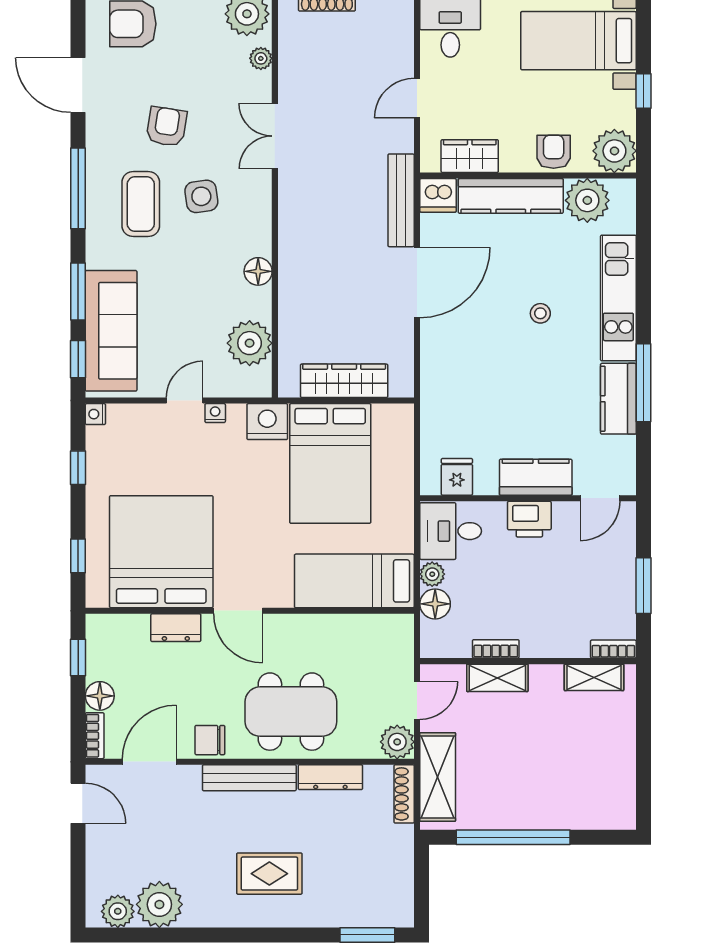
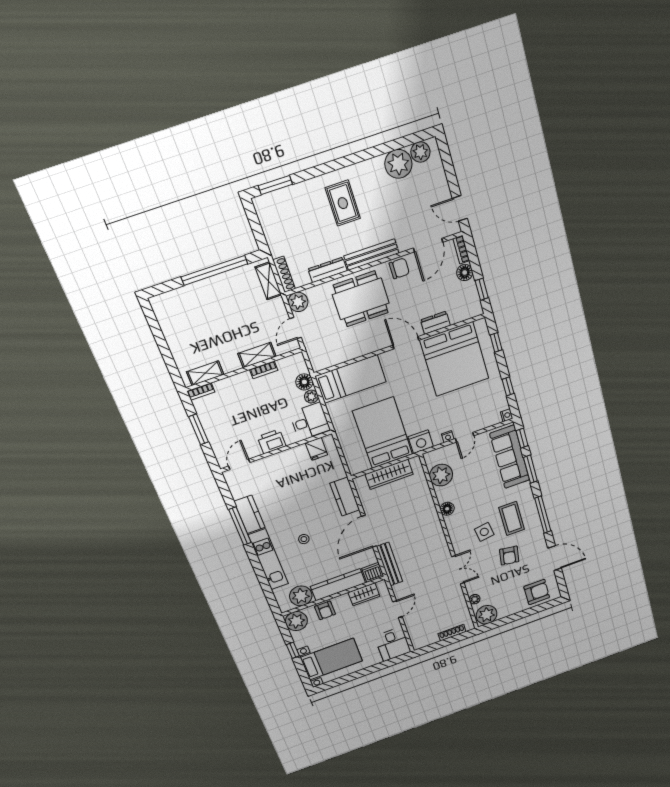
kitchen counter: (536, 477) -> (345, 497), moved, turned 90
shelving: (438, 777) -> (268, 281), width x0.67, depth x0.75
rug: (269, 874) -> (343, 203), turned 90

